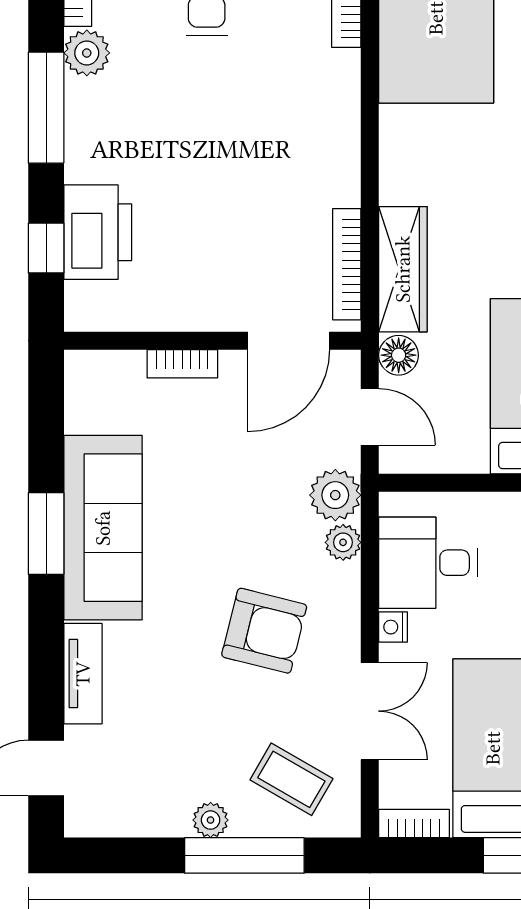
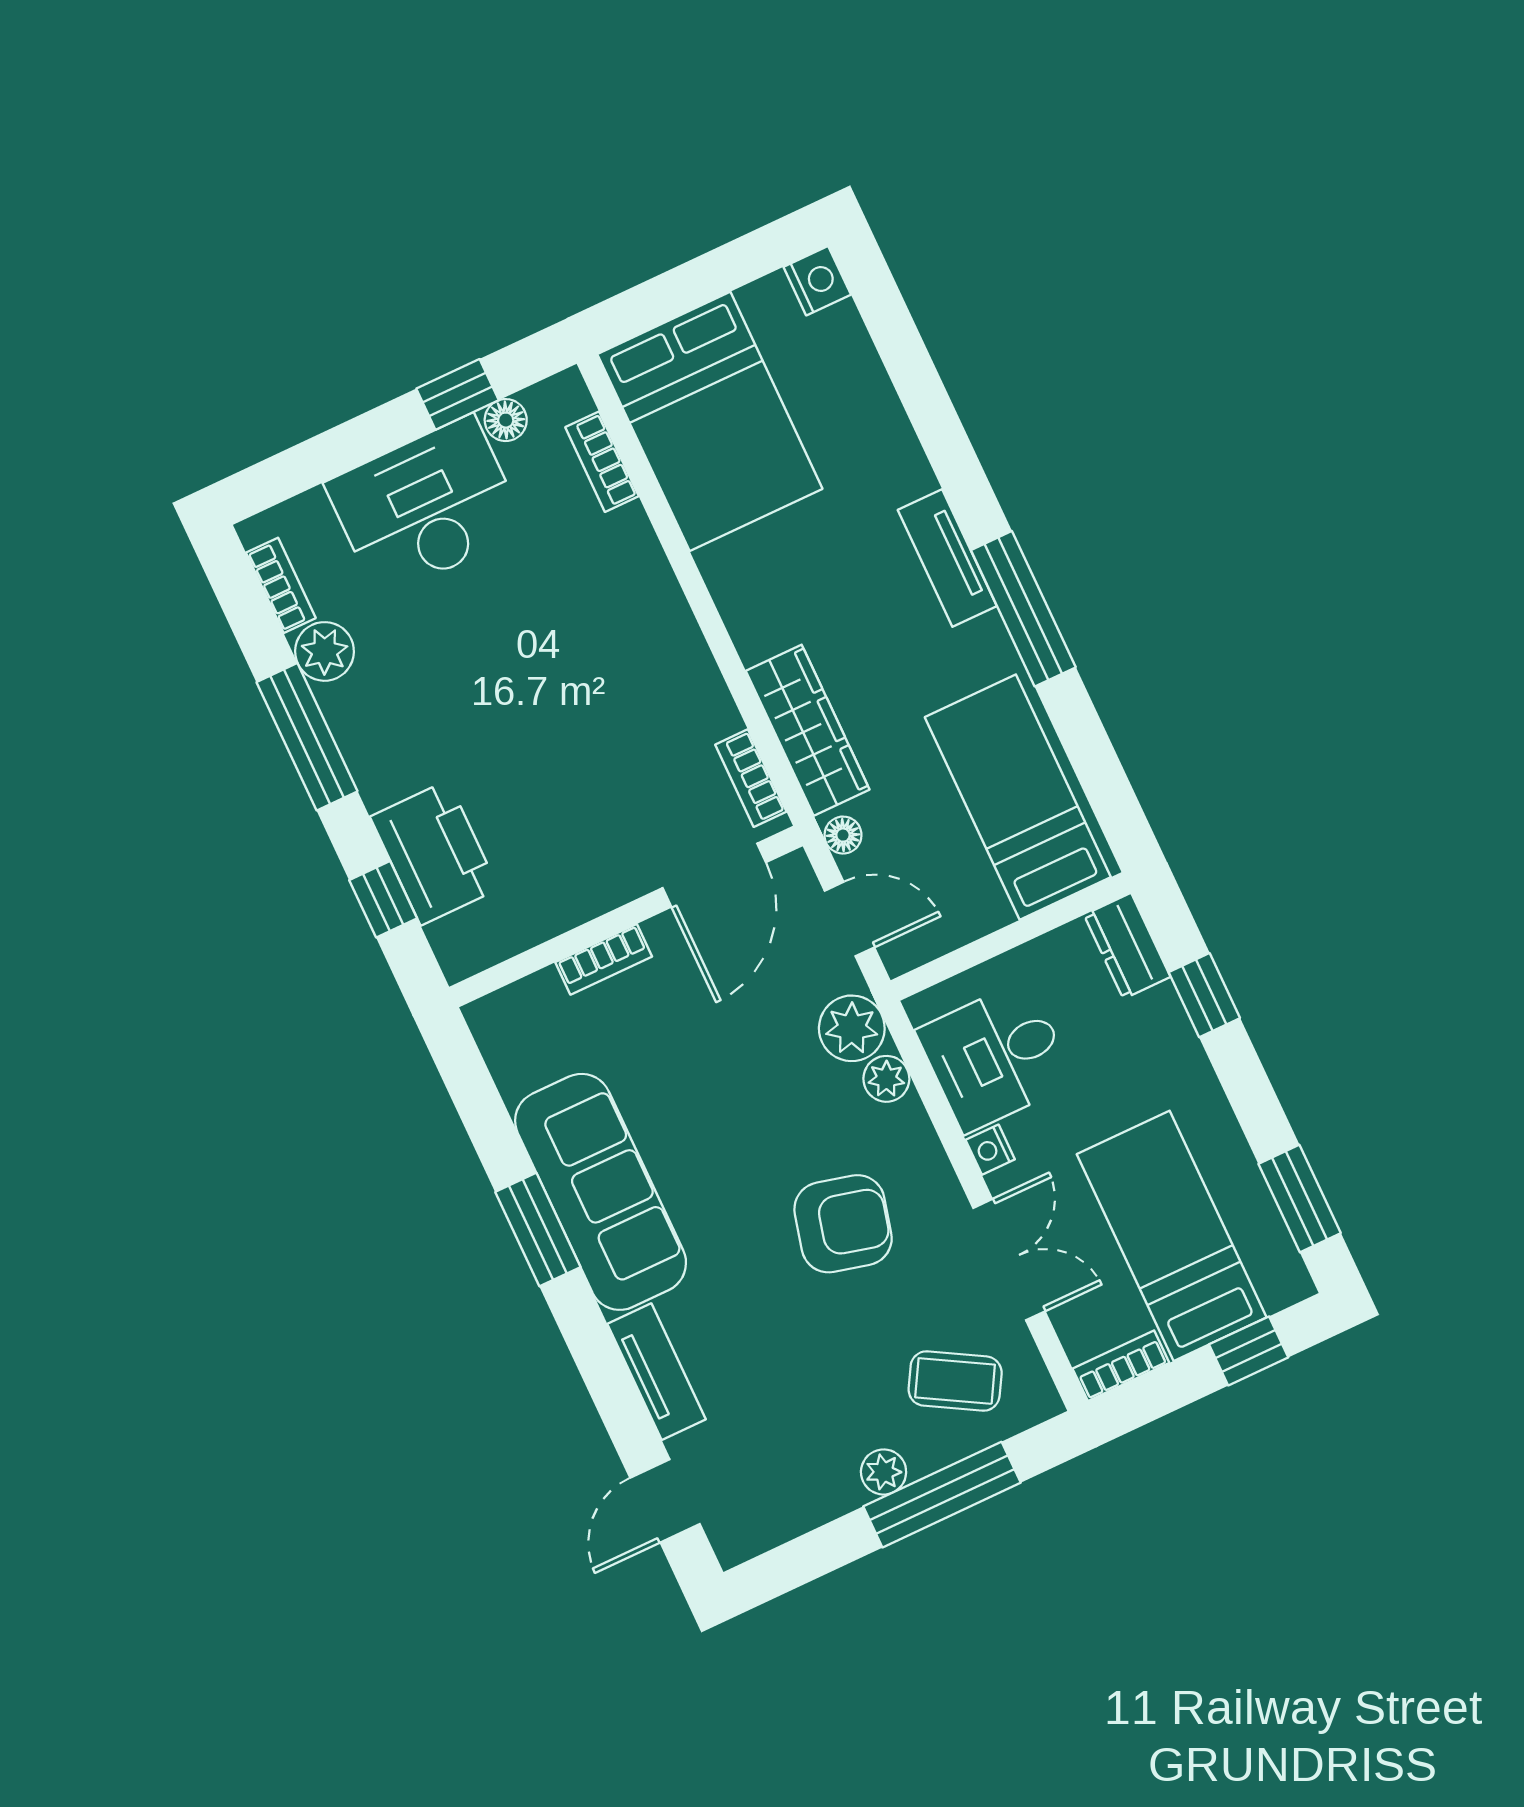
bookcase: (347, 264) -> (751, 778), width x0.64
floor lamp: (399, 355) -> (843, 835), width x0.73, depth x0.73

